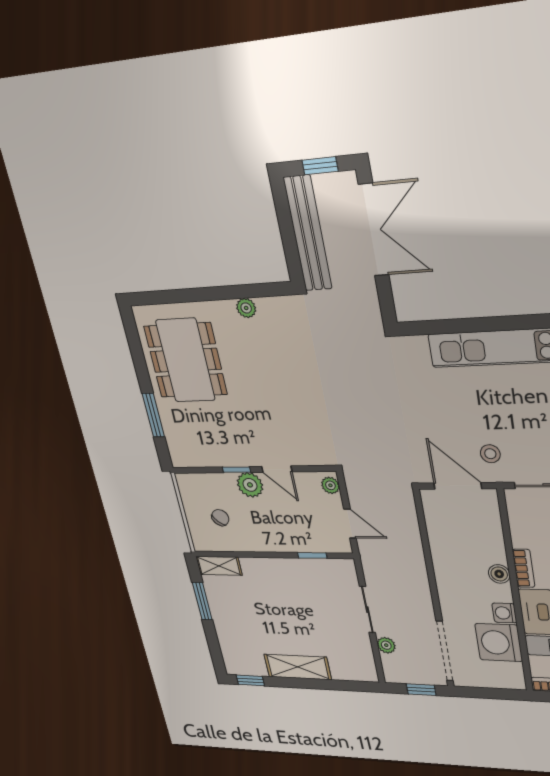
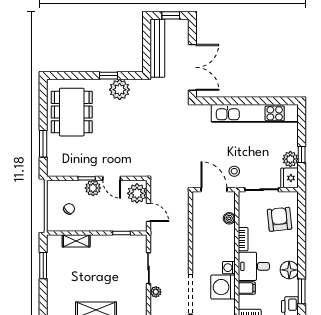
double door: (374, 230) -> (192, 67), moved
window: (232, 292) -> (108, 76), added
plant: (246, 308) -> (120, 90), width x1.88, depth x1.88
plant: (330, 485) -> (137, 193), width x1.87, depth x1.87
shelving: (219, 566) -> (76, 241), moved
boiler: (499, 574) -> (229, 218), moved

